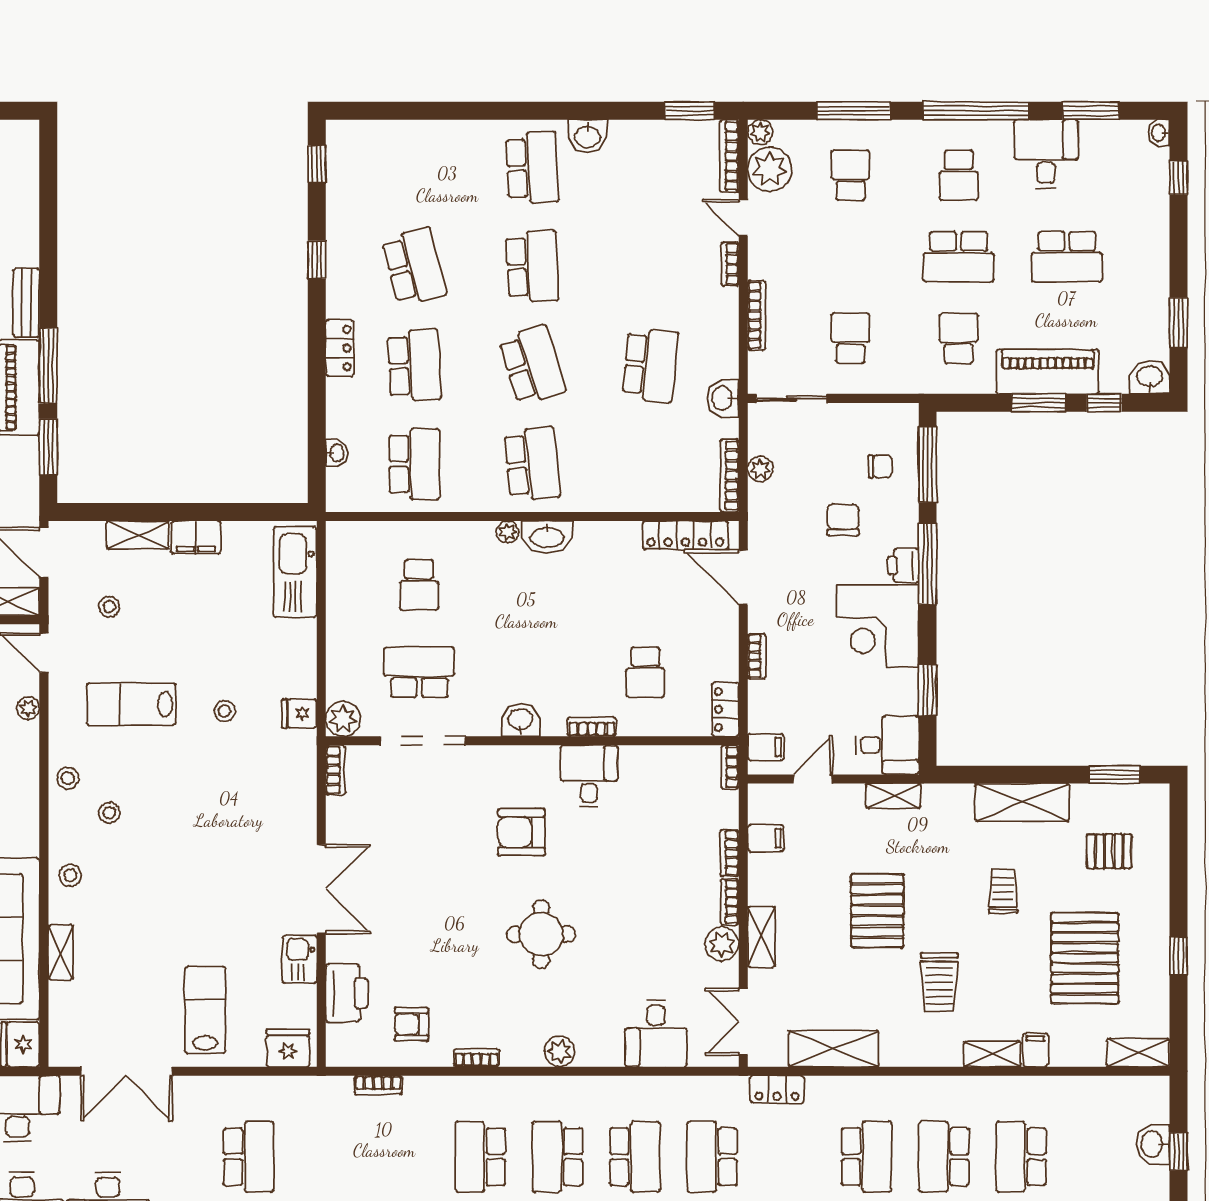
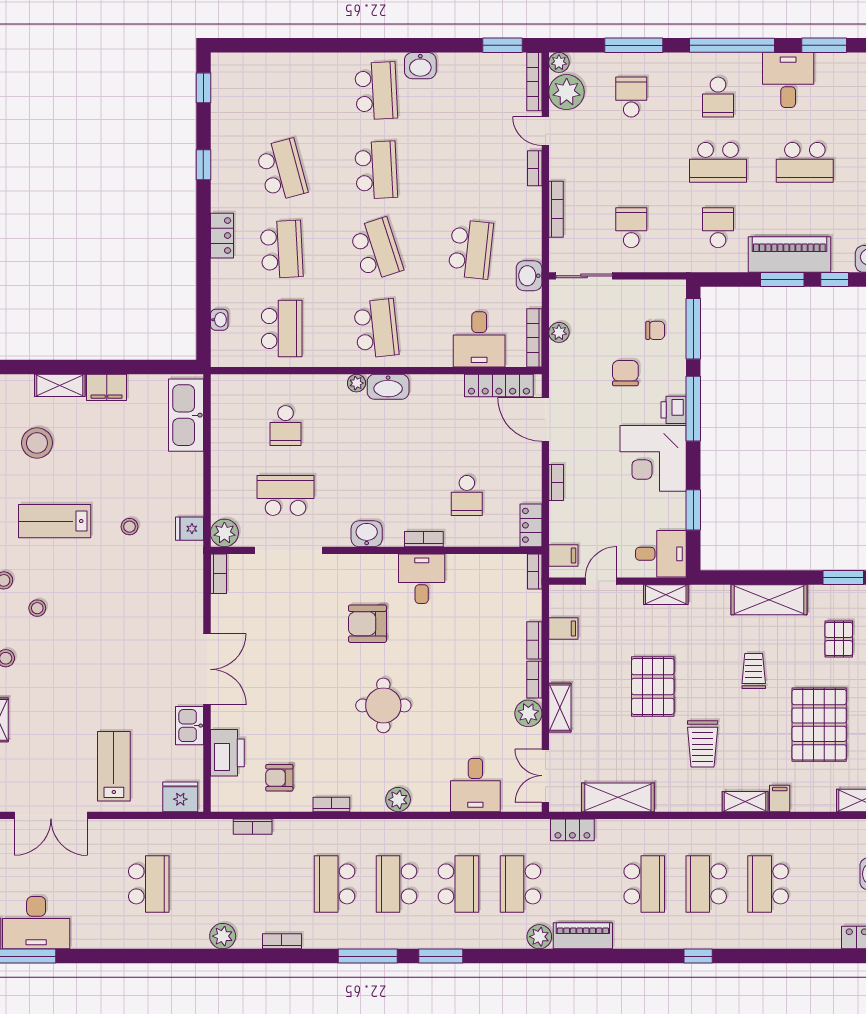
desk: (661, 477) -> (479, 339), added
stool: (109, 607) -> (37, 443), width x1.89, depth x1.89
pallet: (1109, 851) -> (839, 639), turned 90

